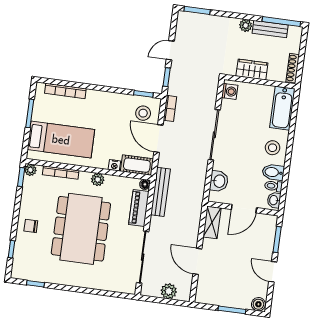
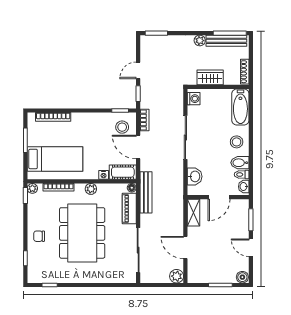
bench: (270, 29) -> (226, 41), width x1.36
plant: (169, 291) -> (177, 276), moved

